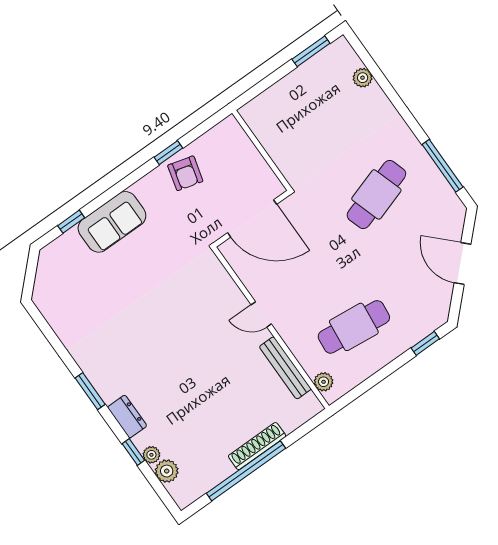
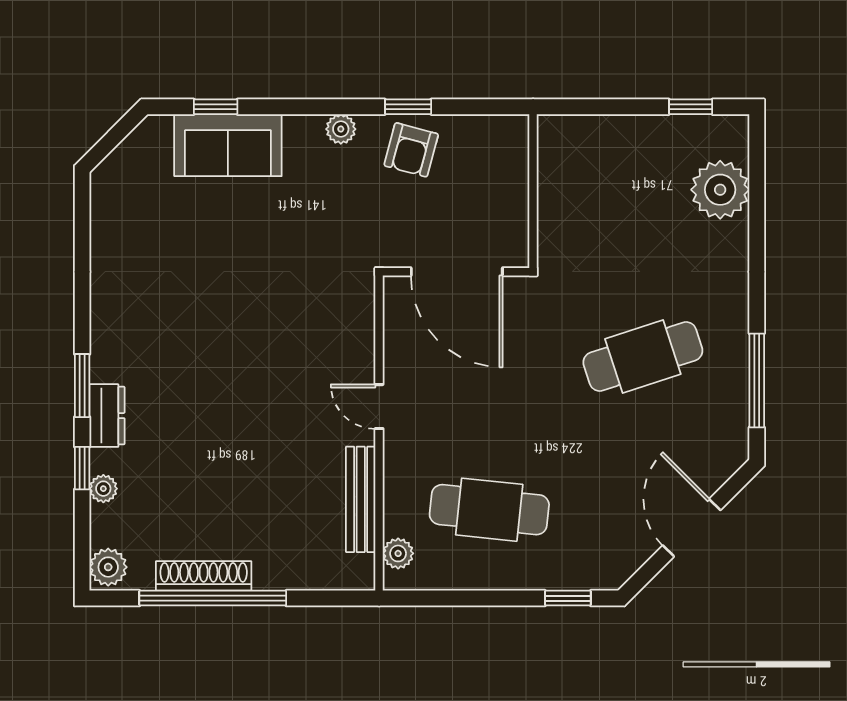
window: (311, 51) -> (691, 107), width x0.67
plant: (363, 78) -> (720, 190), width x1.87, depth x1.87
plant: (142, 188) -> (341, 129), added
sofa: (112, 222) -> (228, 145), moved
window: (90, 391) -> (82, 386), moved
shoe rack: (257, 446) -> (204, 576), moved
plant: (167, 471) -> (108, 567), moved

